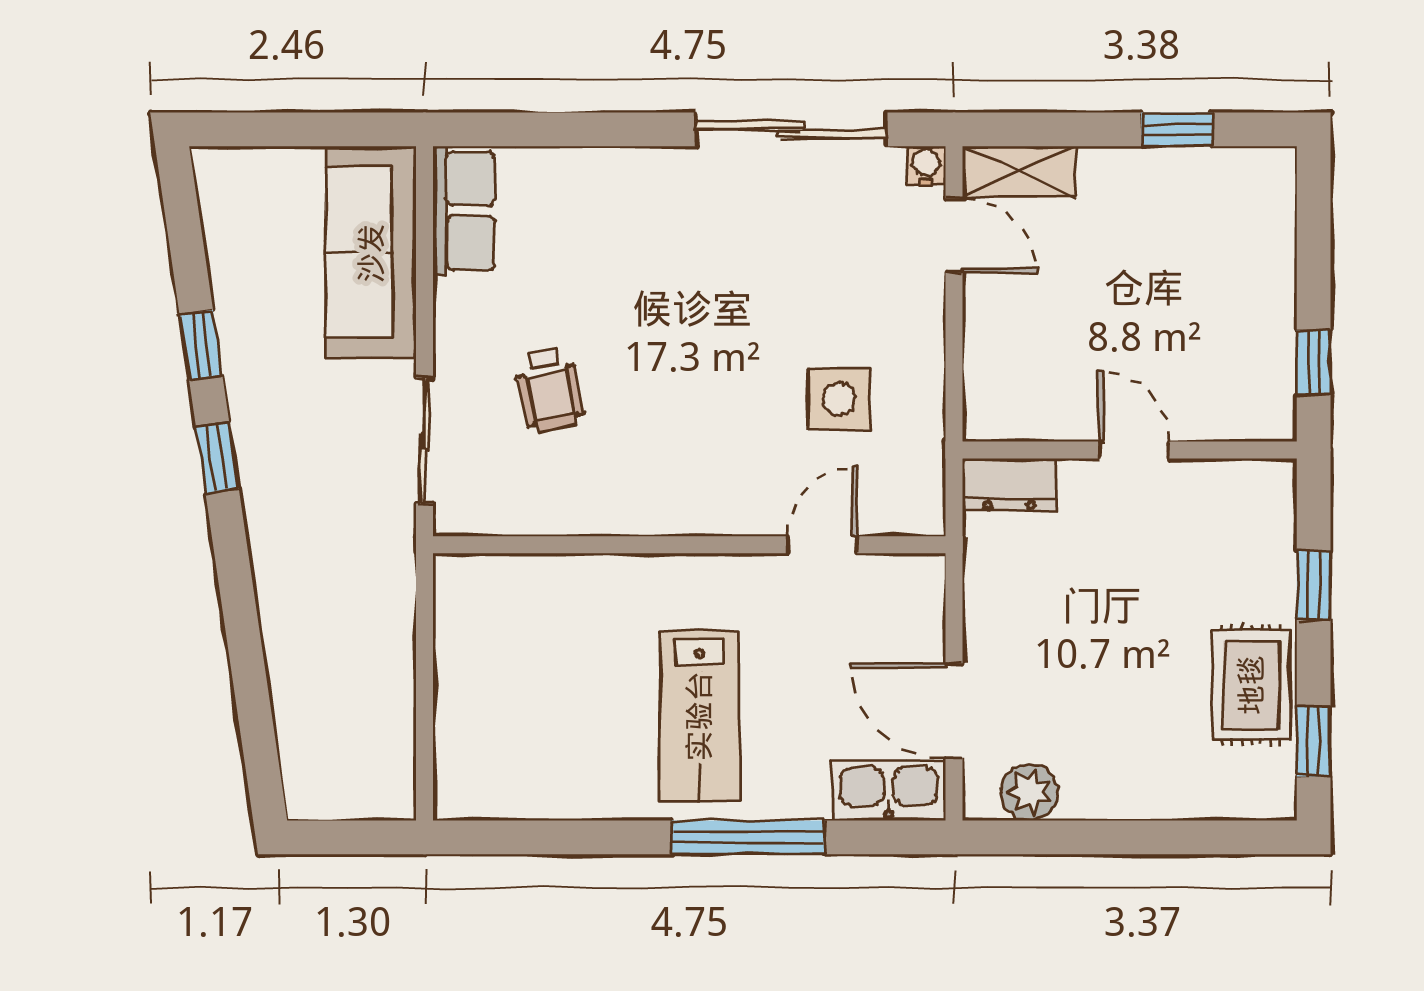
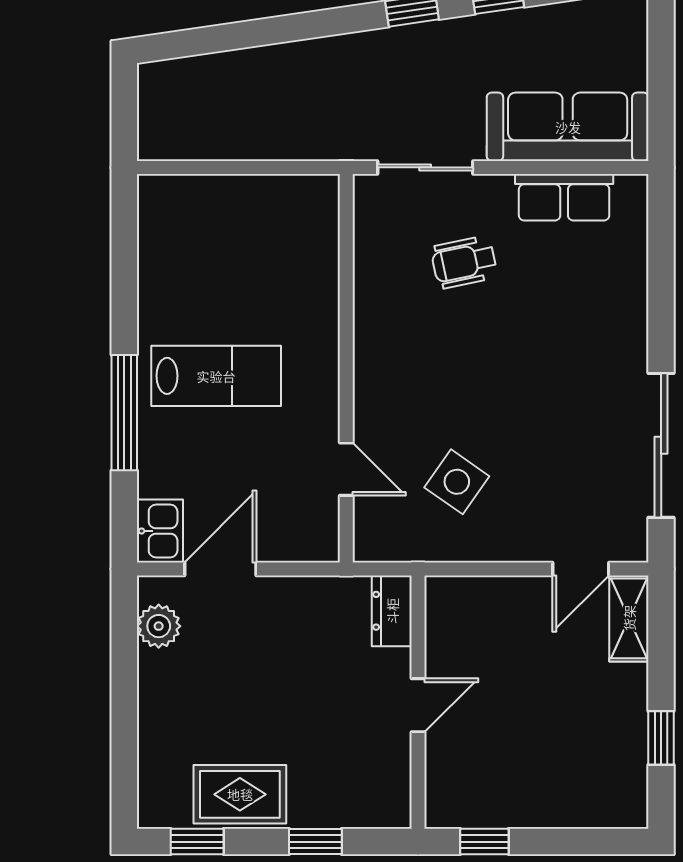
water cooler: (926, 166) -> (634, 548), removed
row of seats: (464, 211) -> (564, 197), moved
side table: (839, 399) -> (457, 482), turned 35
lab bench: (699, 716) -> (216, 376), turned 180
kitchen sink: (888, 790) -> (160, 531), width x0.73

